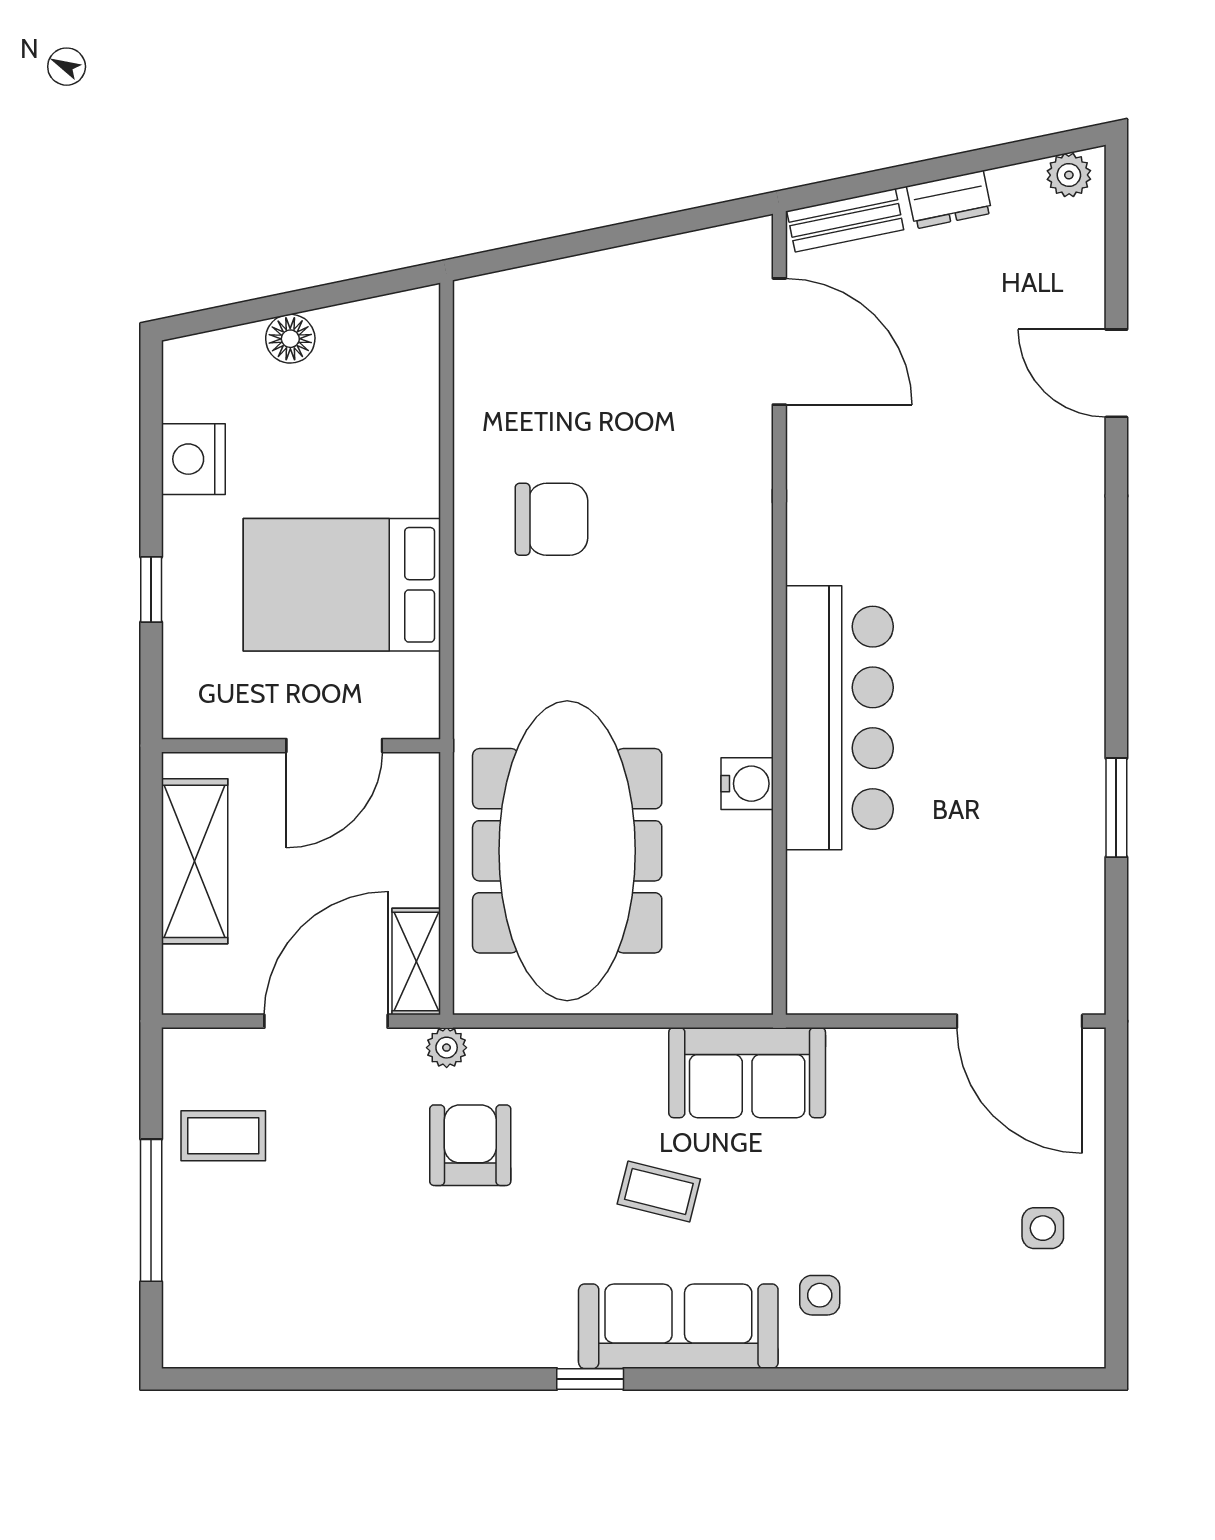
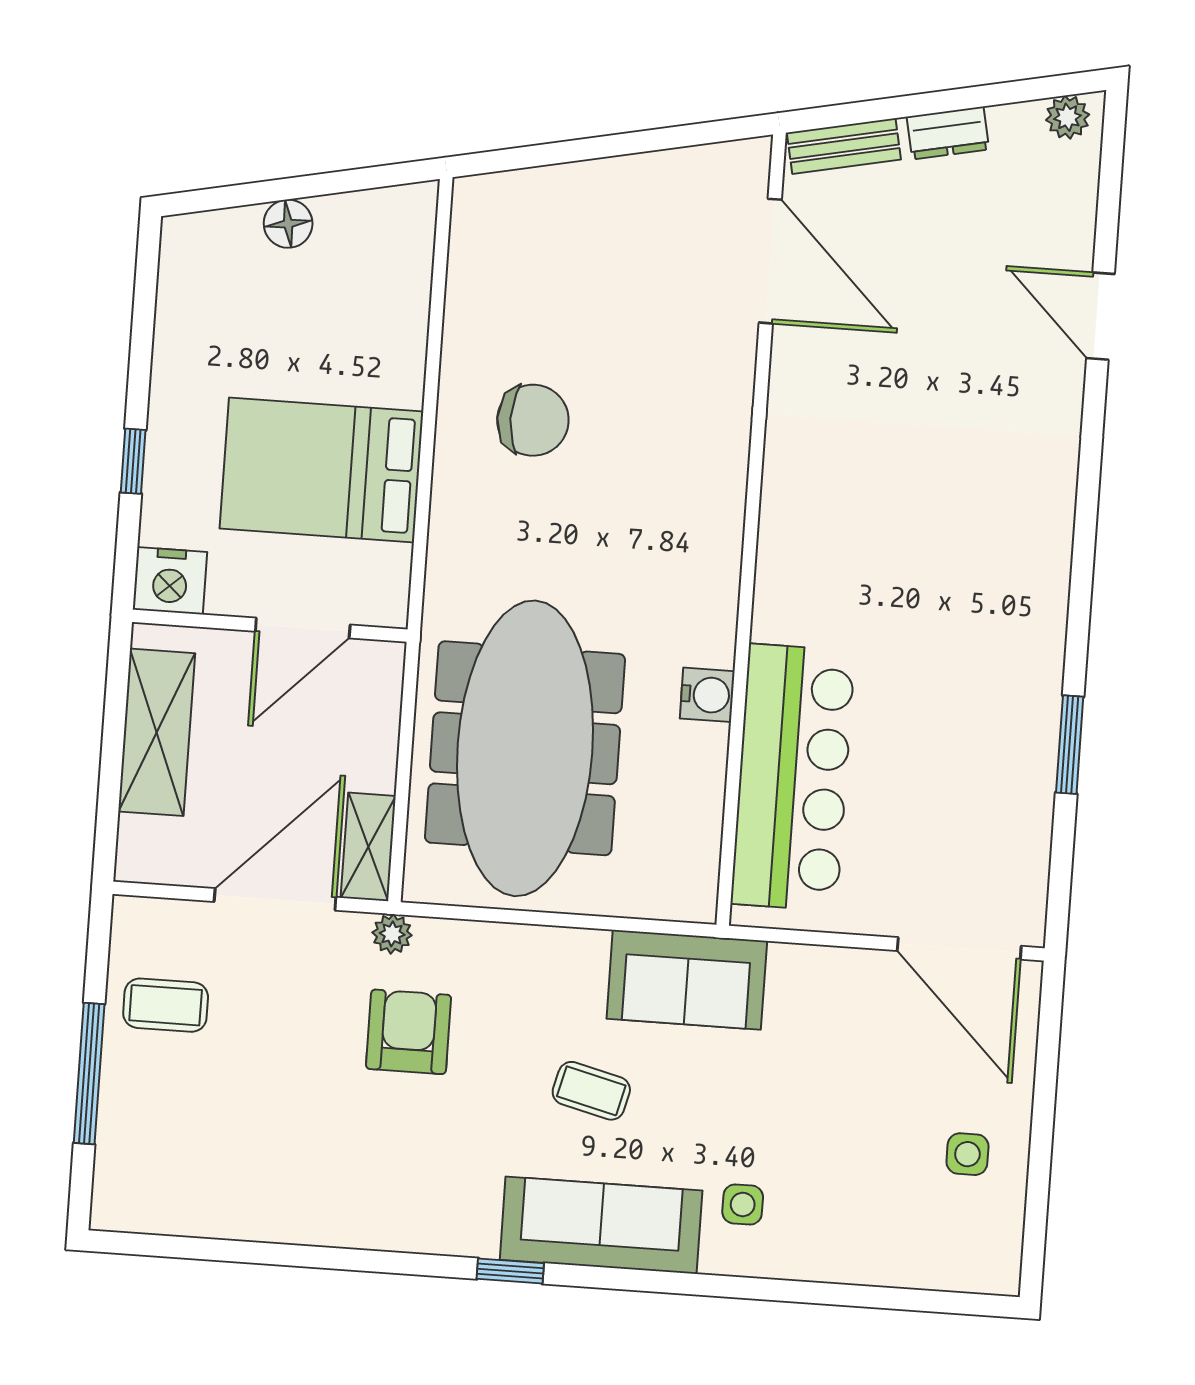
nightstand: (193, 459) -> (170, 581), moved, turned -90
bar counter: (839, 718) -> (793, 777), moved

